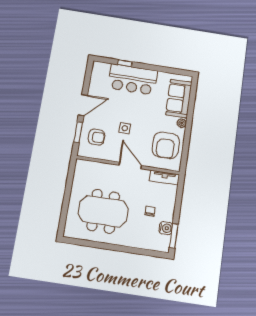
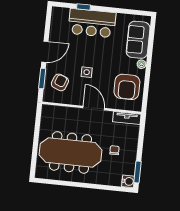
armchair: (96, 137) -> (60, 82), turned -69
meeting table: (103, 211) -> (70, 152), width x1.36
water cooler: (166, 228) -> (128, 181), moved

